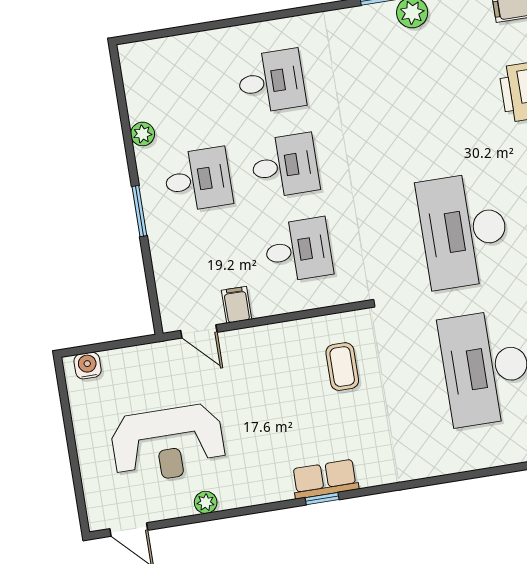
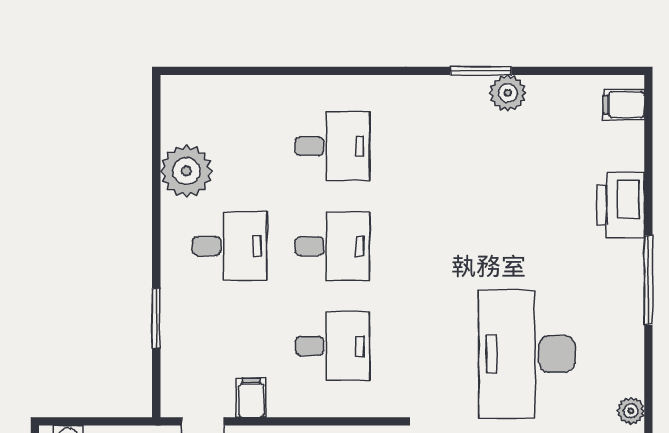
plant: (143, 134) -> (186, 171), width x1.87, depth x1.87
window: (139, 211) -> (156, 318), moved

